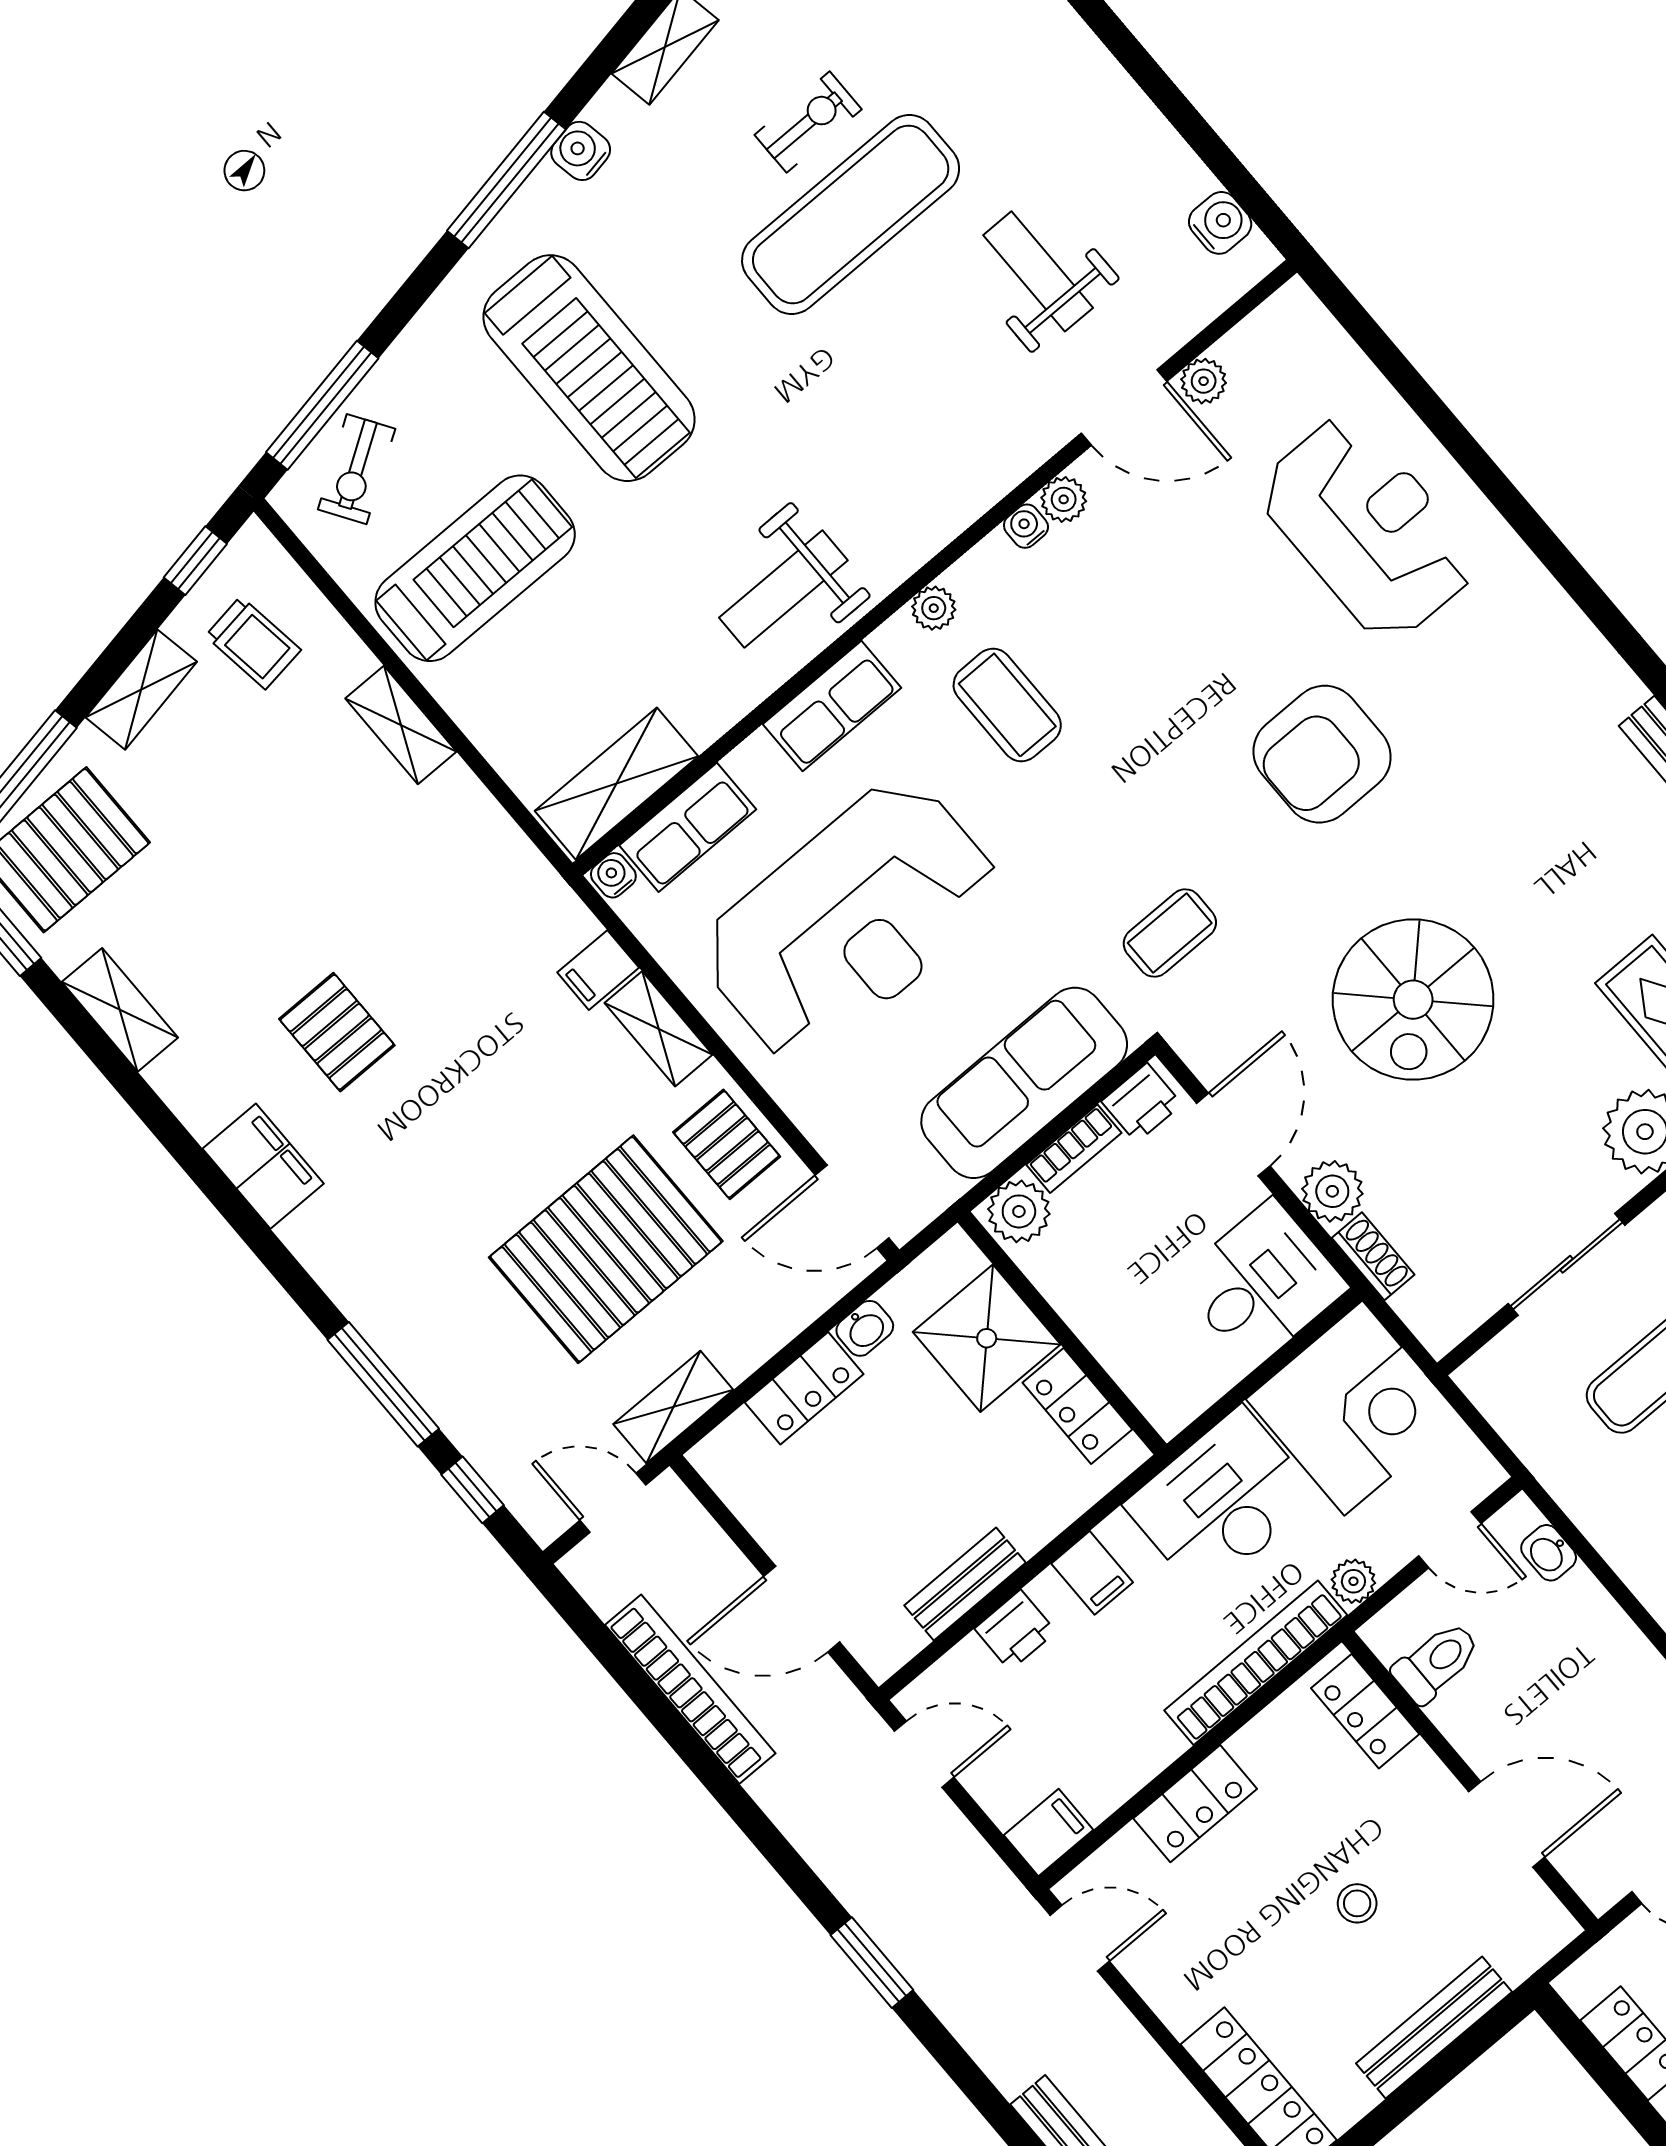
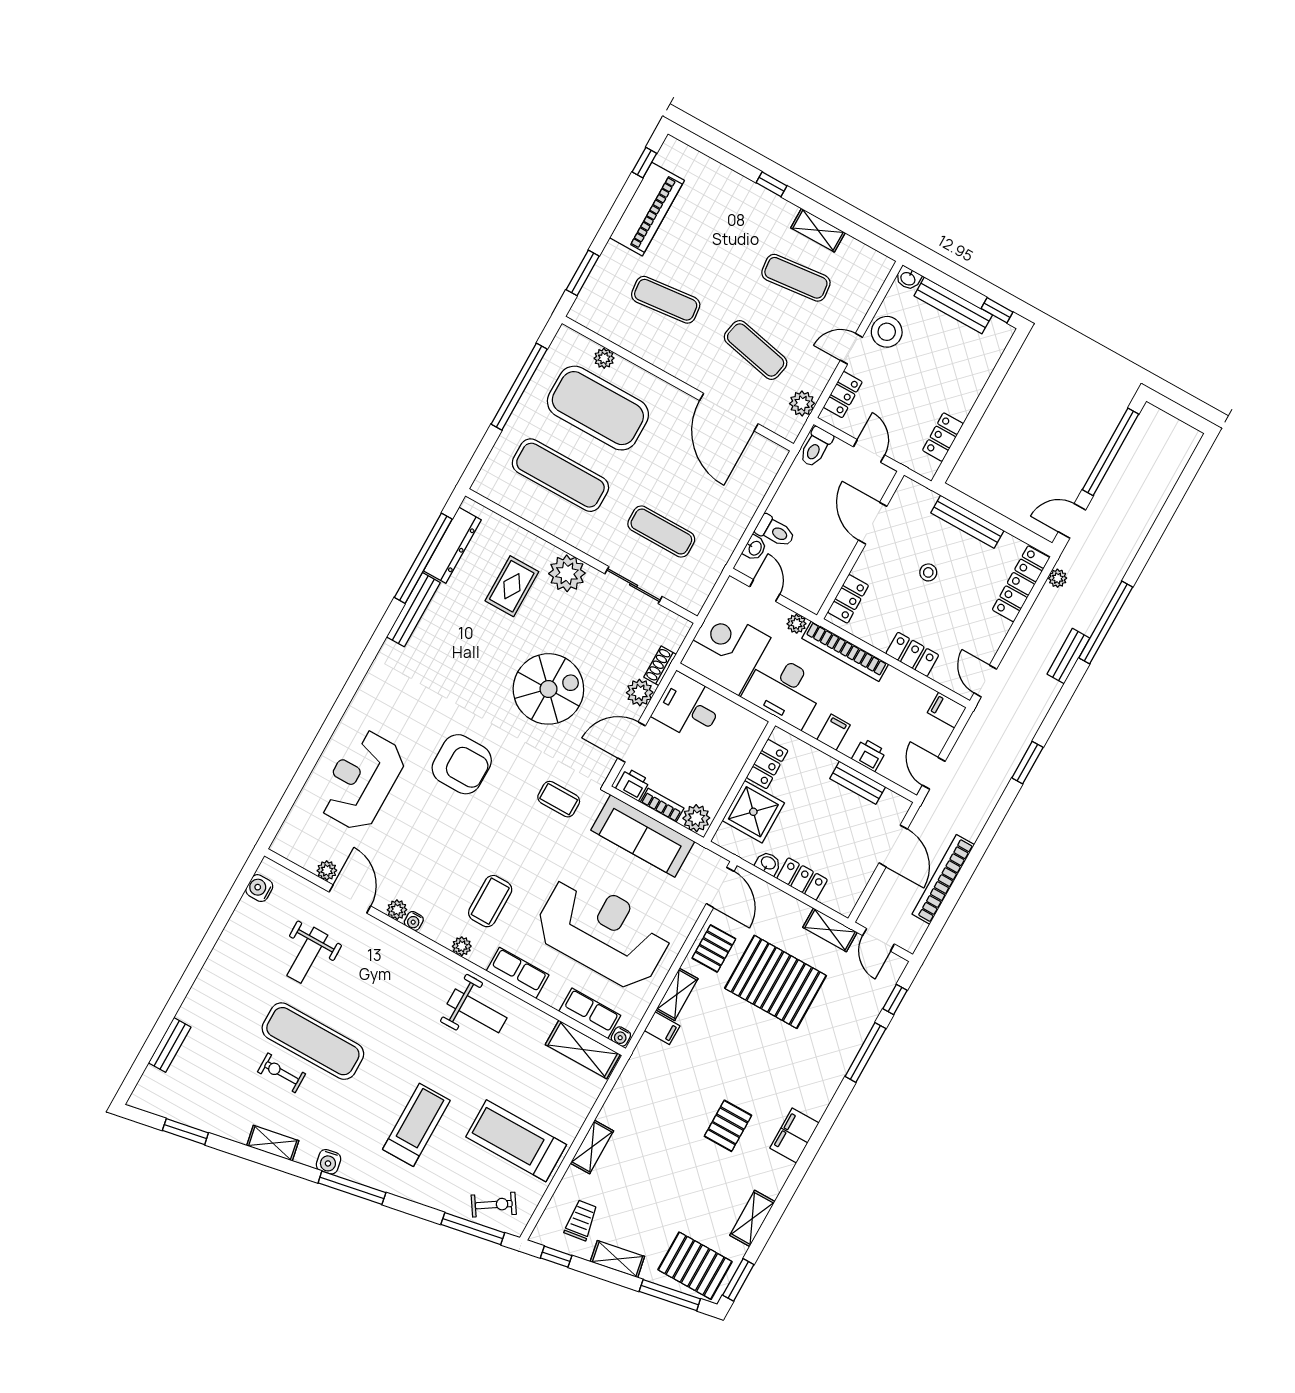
treadmill: (589, 368) -> (416, 1125), width x0.73, depth x0.73
toilet: (1436, 1662) -> (775, 531), moved, turned 180

